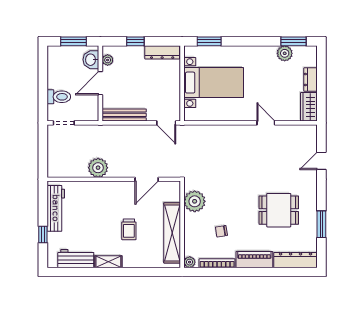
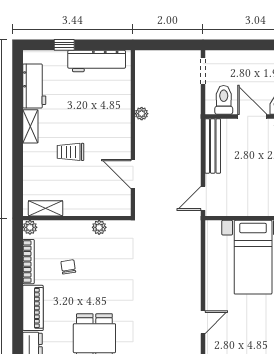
toilet: (59, 97) -> (224, 100), moved, turned 180
plant: (98, 168) -> (142, 114), width x0.53, depth x0.53
plant: (195, 201) -> (99, 227), width x0.53, depth x0.53
shelving: (172, 233) -> (46, 208), width x0.45, depth x0.75

